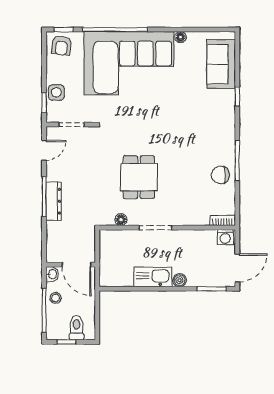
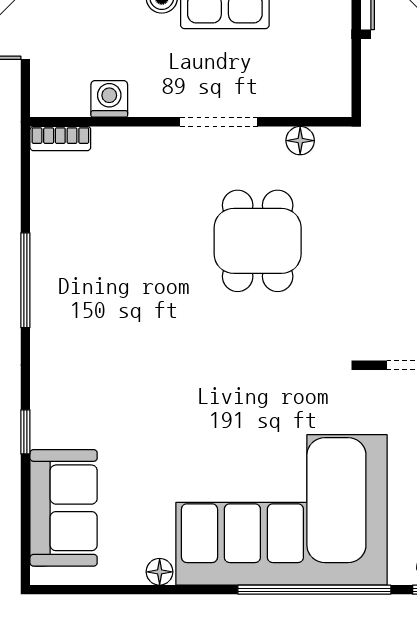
chair: (220, 175) -> (65, 246), removed
washing machine: (225, 237) -> (109, 99), moved

